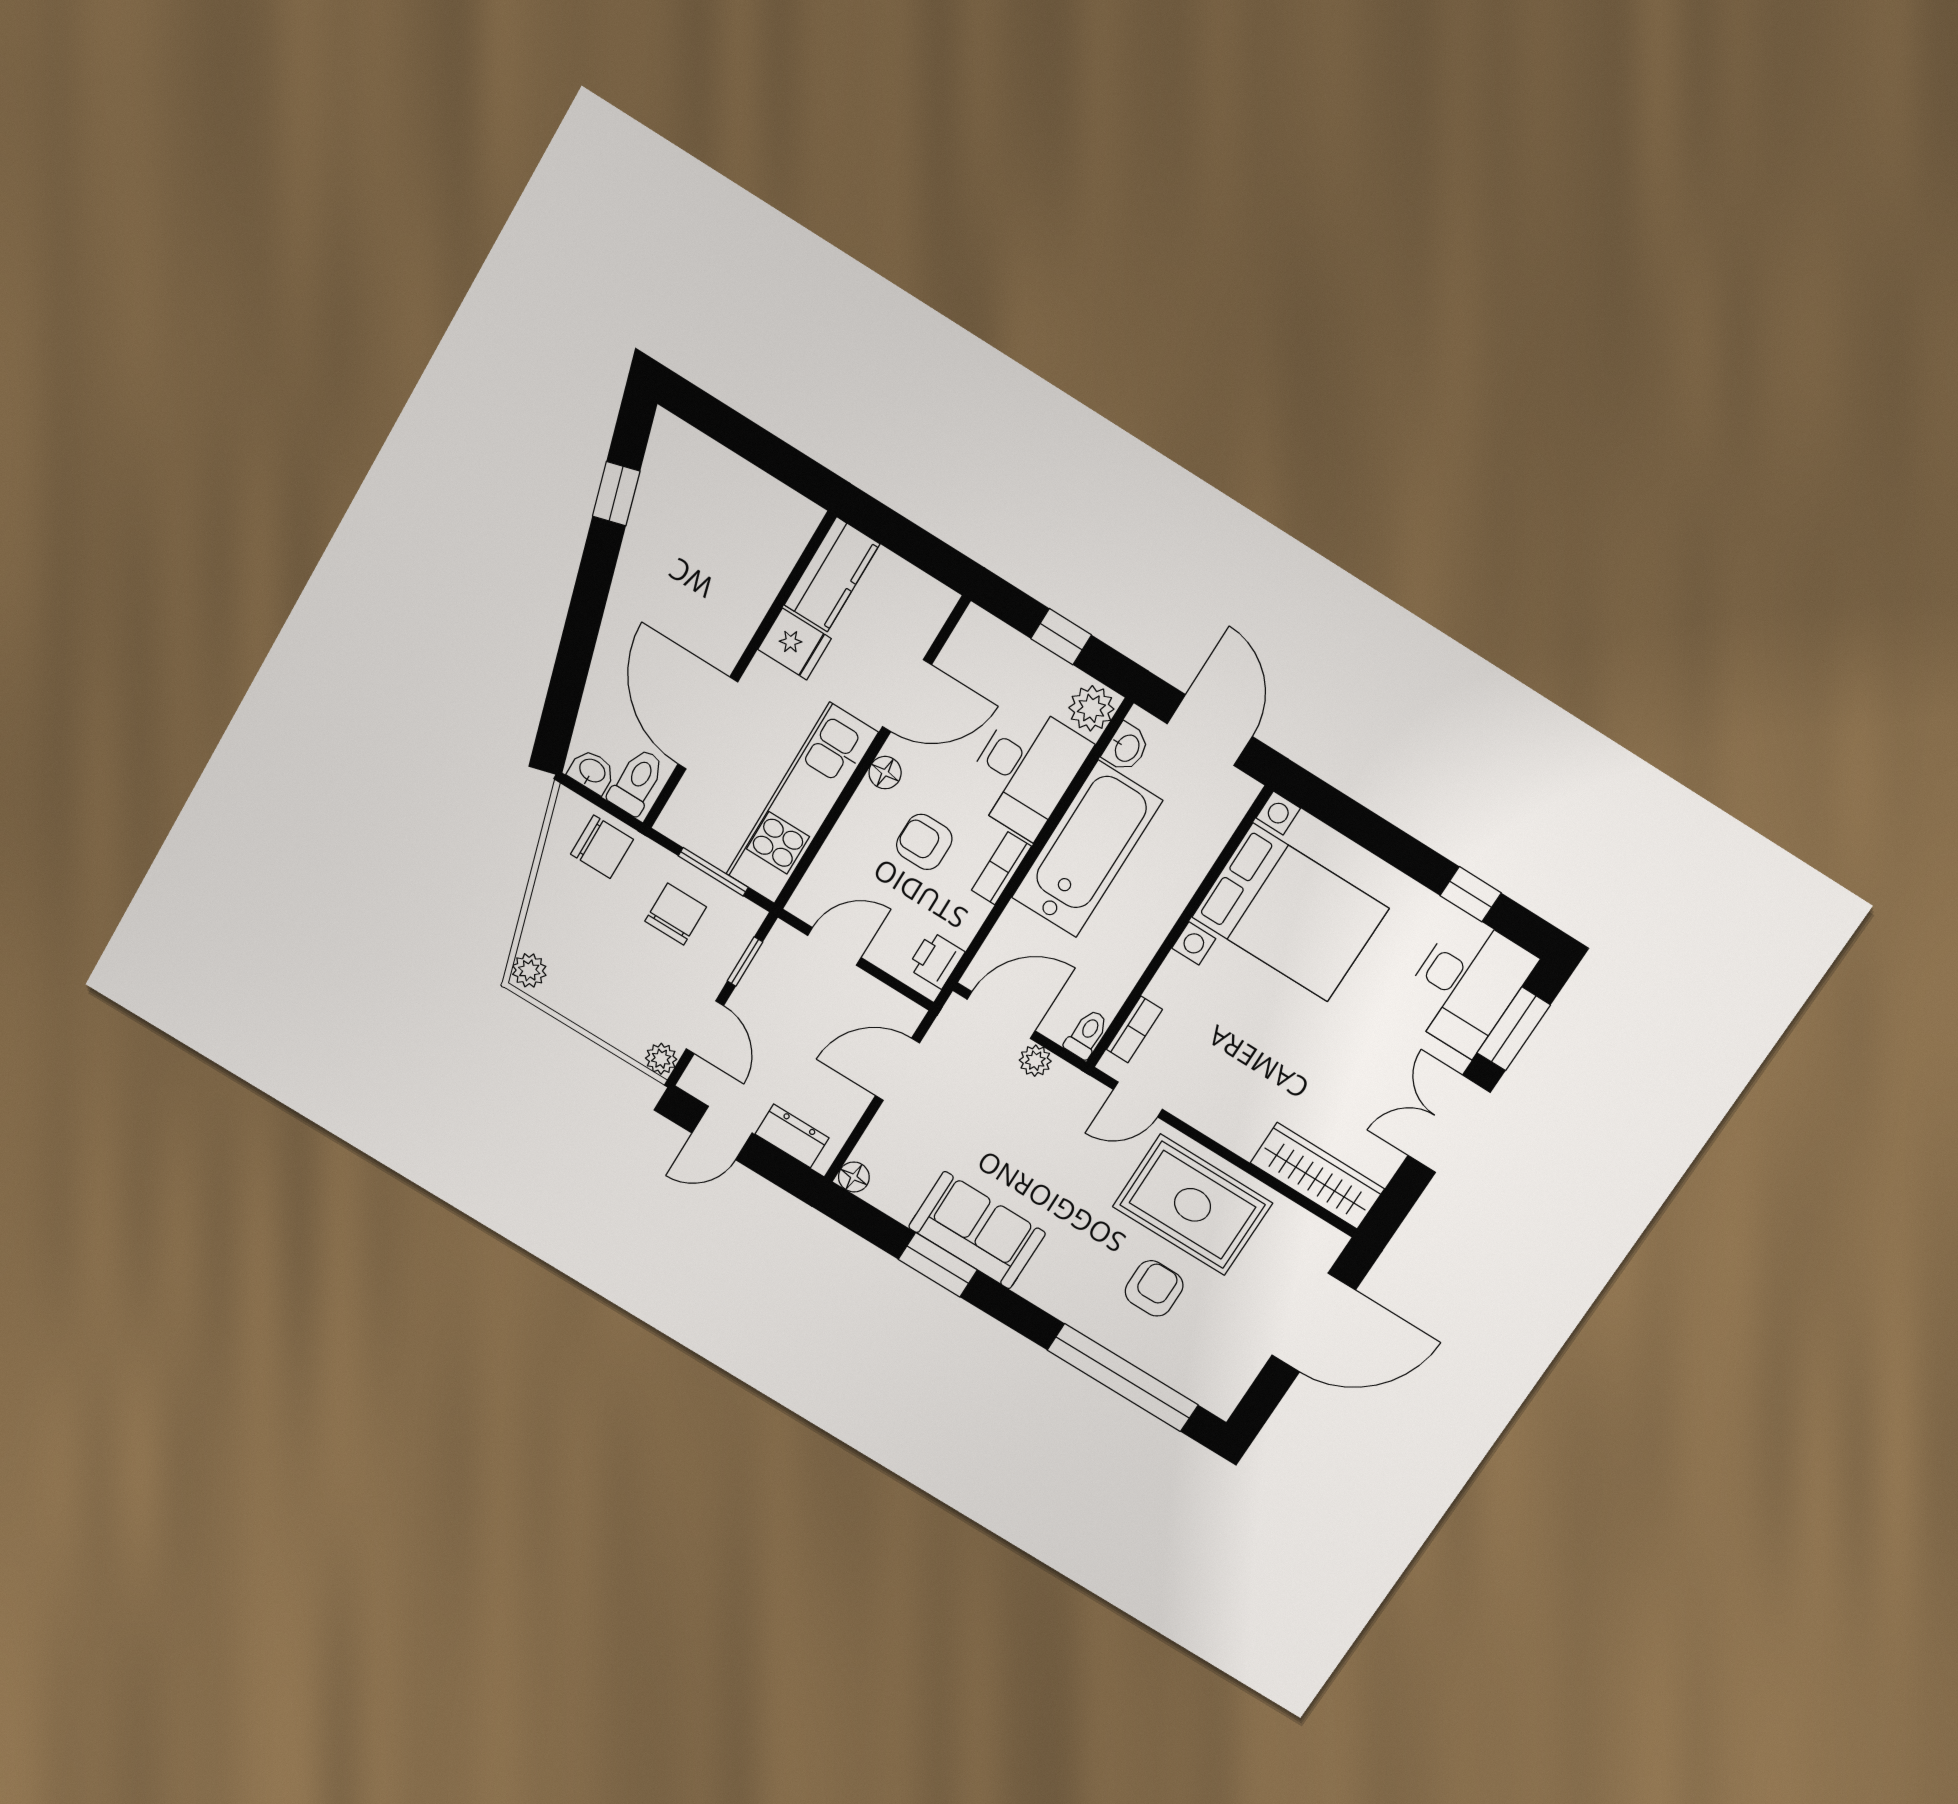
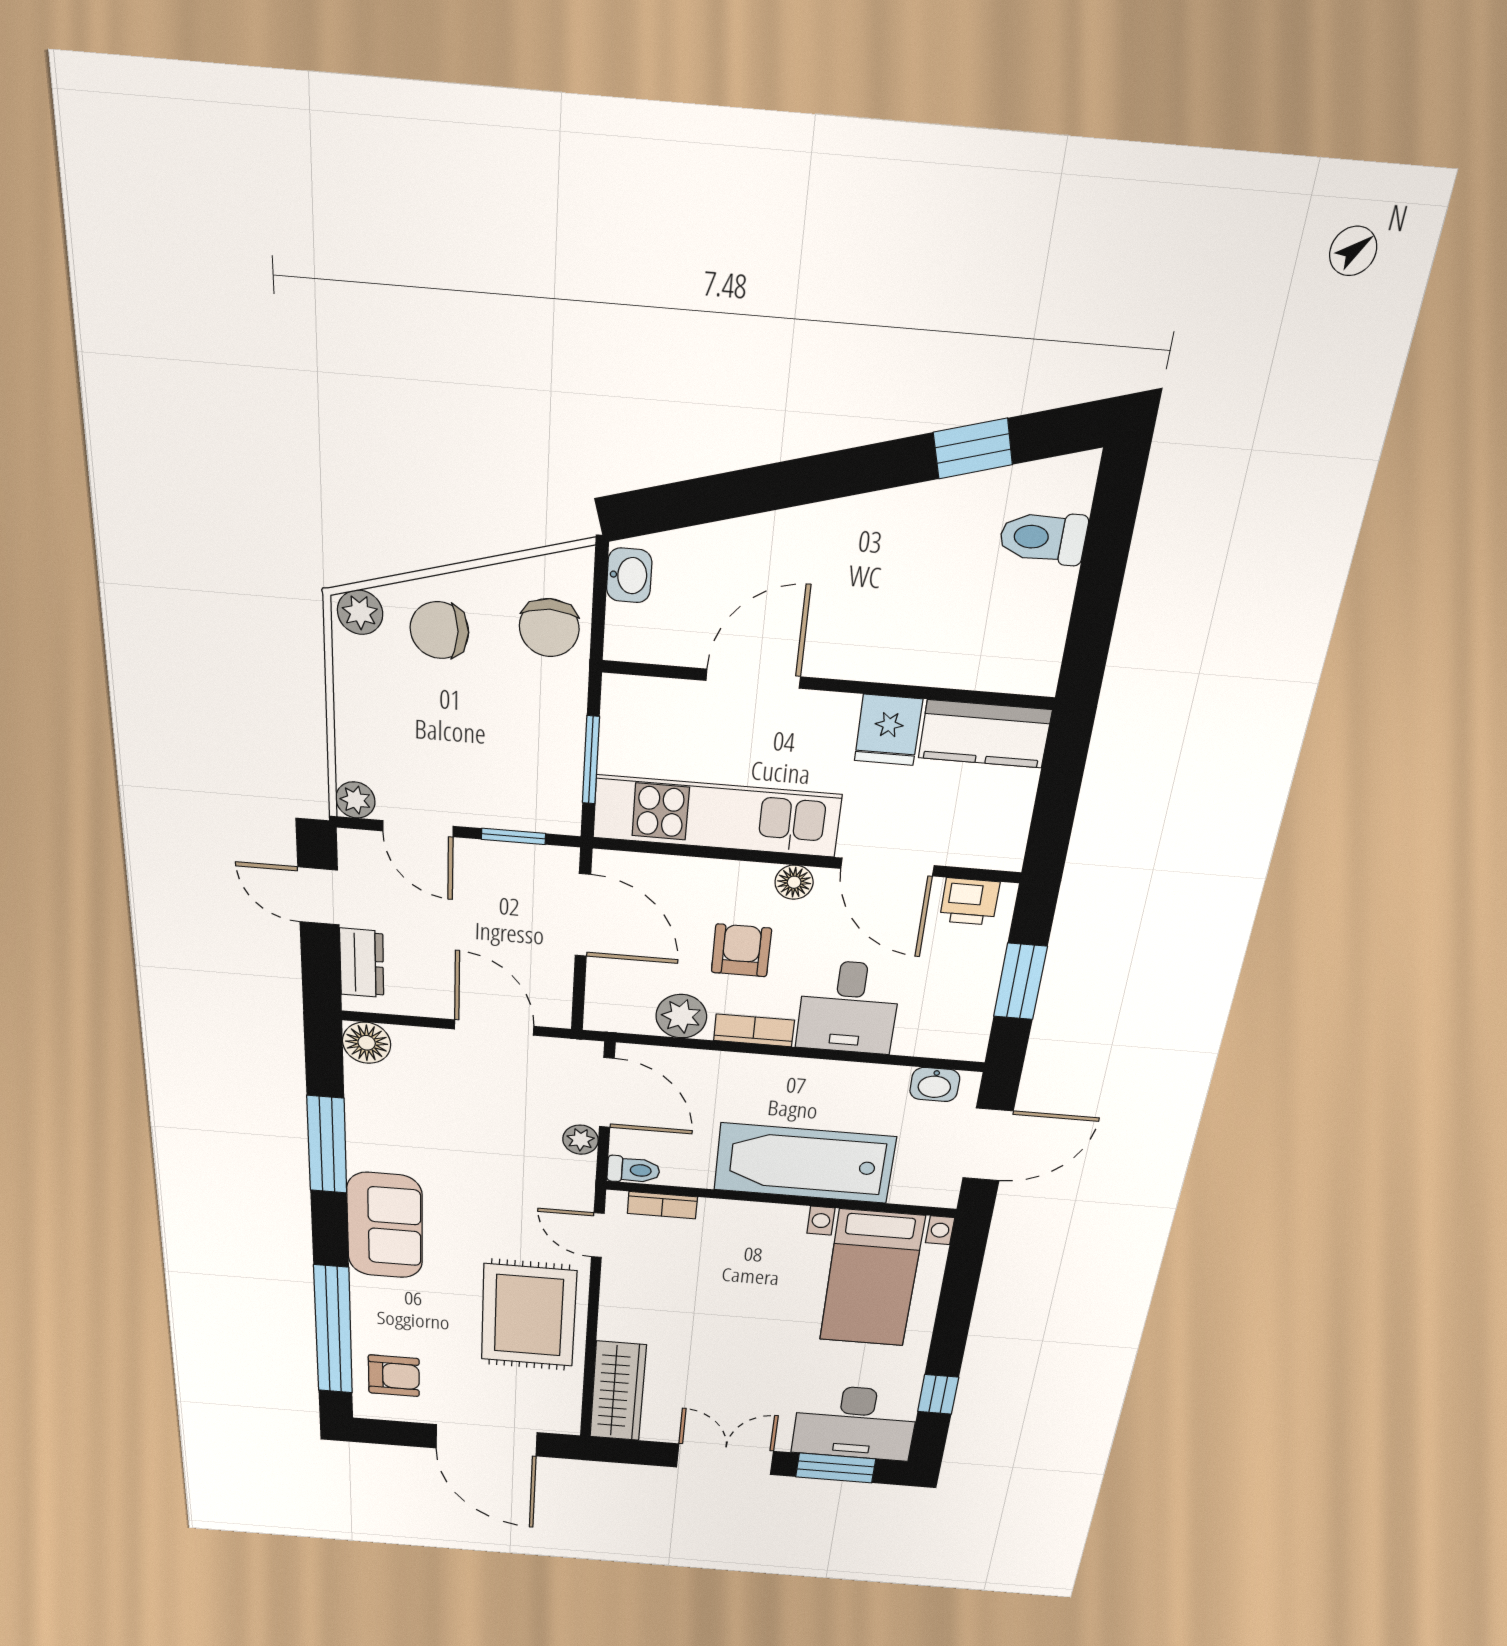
window: (1061, 637) -> (1020, 982), width x1.50
plant: (1091, 708) -> (681, 1016), moved
door: (708, 723) -> (753, 679), width x0.73
desk: (1026, 770) -> (848, 1007), width x0.73
toilet: (637, 782) -> (1043, 538), moved, turned 180
bathtub: (1087, 849) -> (804, 1163), moved, turned 180
bed with nightstands: (1290, 913) -> (872, 1279), width x0.73
chair: (676, 914) -> (439, 630), moved, turned 180
door: (834, 946) -> (583, 915), width x1.38
printer: (936, 960) -> (970, 901), moved, turned 180
door: (705, 1027) -> (418, 829), hinge flipped
floor lamp: (854, 1177) -> (367, 1043), width x1.37, depth x1.37
sofa: (977, 1230) -> (385, 1226), moved
window: (938, 1265) -> (327, 1145), width x1.44
armchair: (1154, 1288) -> (394, 1376), moved

